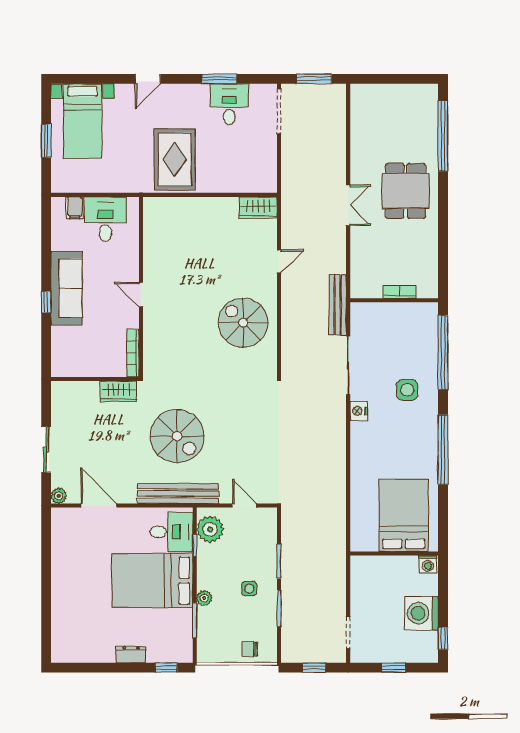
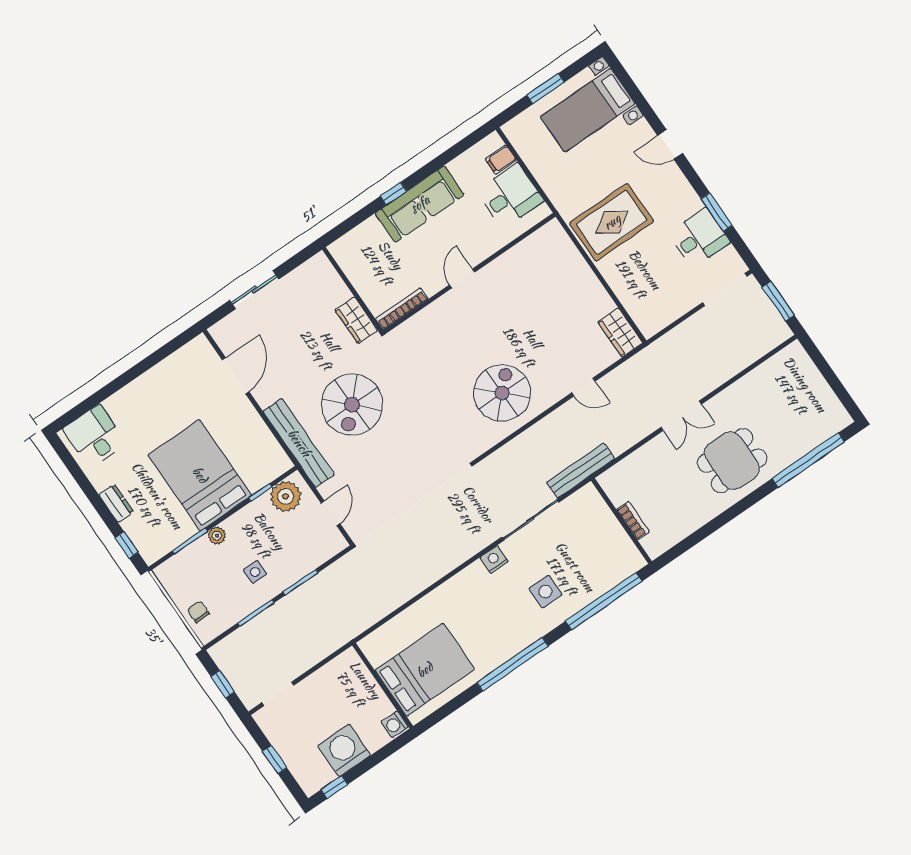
plant: (59, 496) -> (219, 332), removed
desk: (171, 532) -> (94, 436), moved, turned 180

